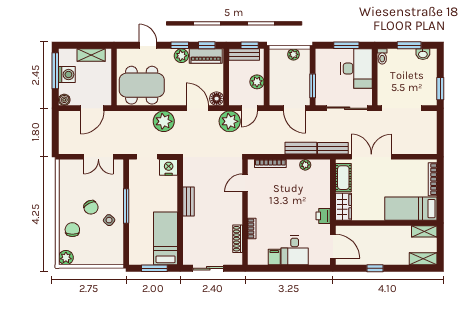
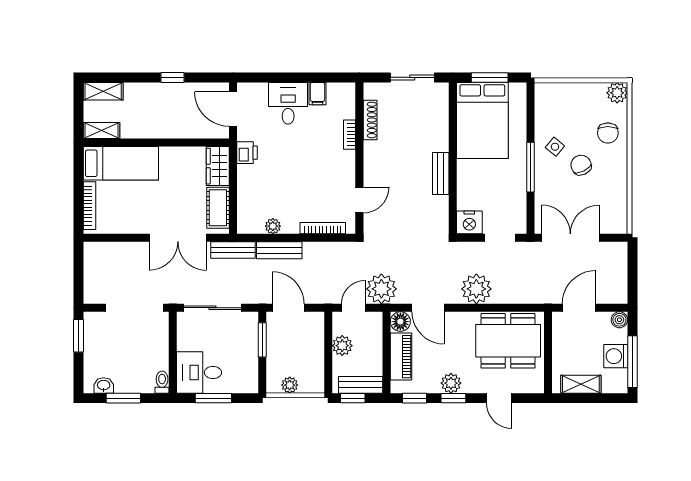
piano: (206, 56) -> (401, 357), moved, turned 90
desk: (356, 69) -> (199, 372), width x0.73
double door: (98, 157) -> (570, 238), width x1.37
bed: (166, 238) -> (482, 120), width x1.50

